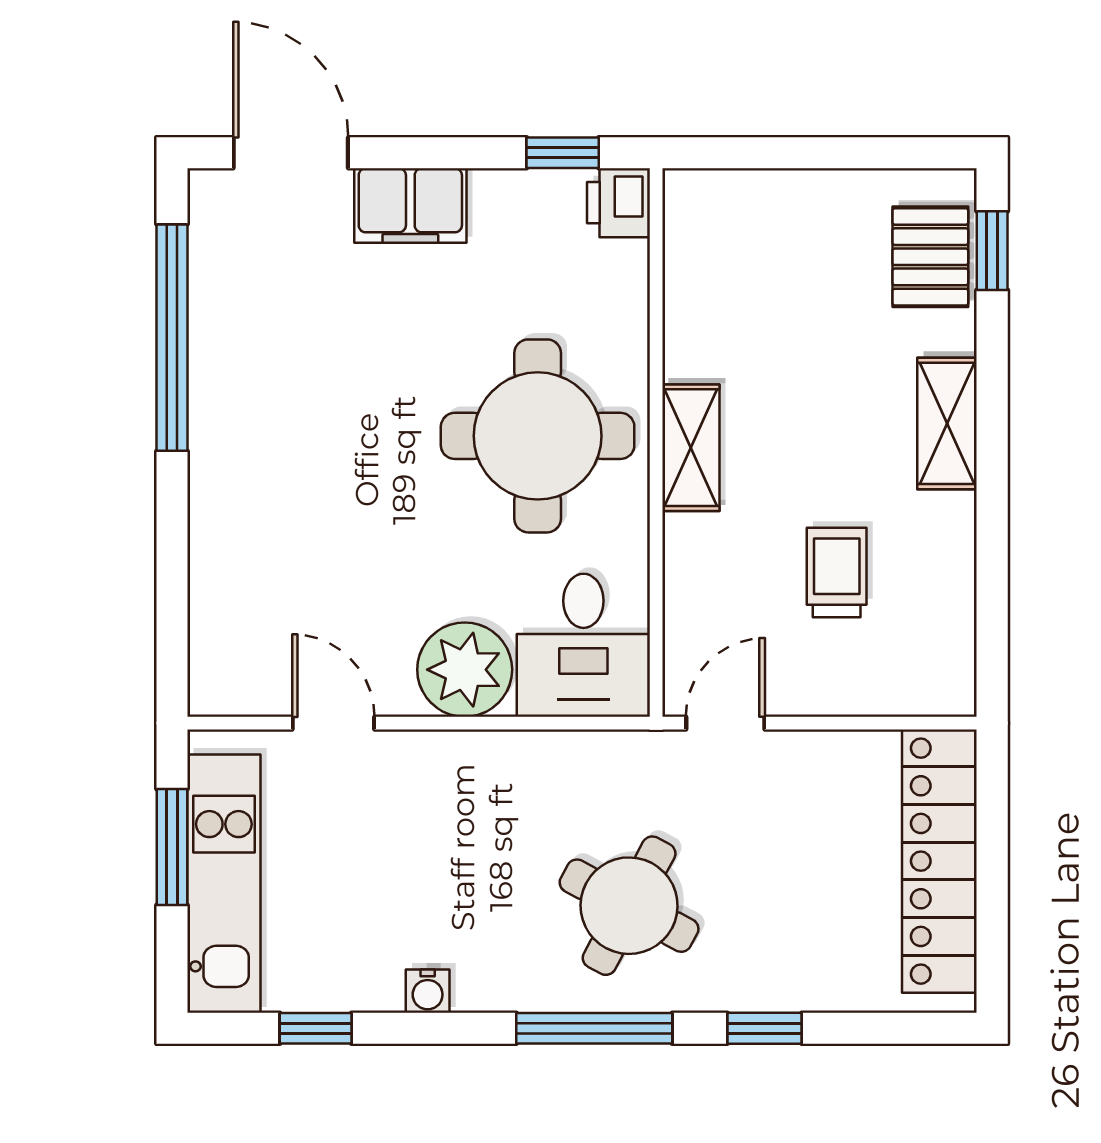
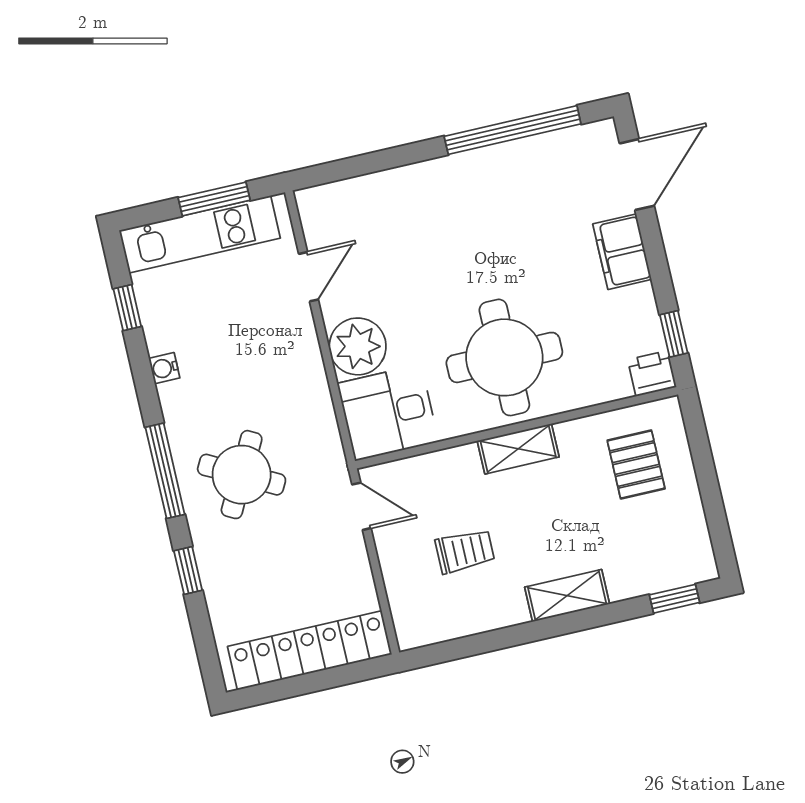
pallet: (930, 257) -> (636, 464), moved, turned 90

